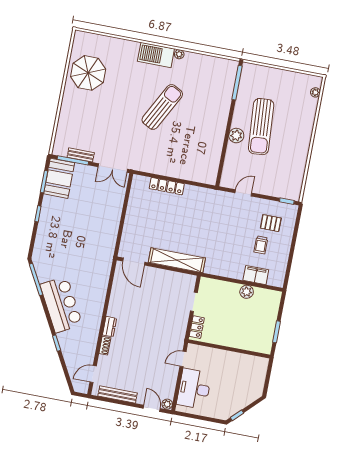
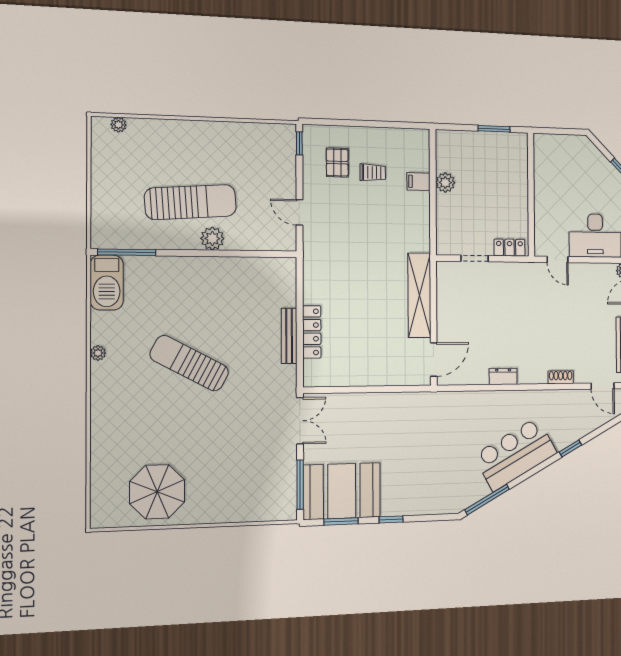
barbecue: (156, 55) -> (107, 283), moved
bench: (81, 155) -> (289, 336), moved, width x1.36
booth: (59, 178) -> (342, 491), width x1.36, depth x1.42
filing cabinet: (256, 275) -> (419, 181), width x0.50
dresser: (110, 327) -> (503, 376), moved

